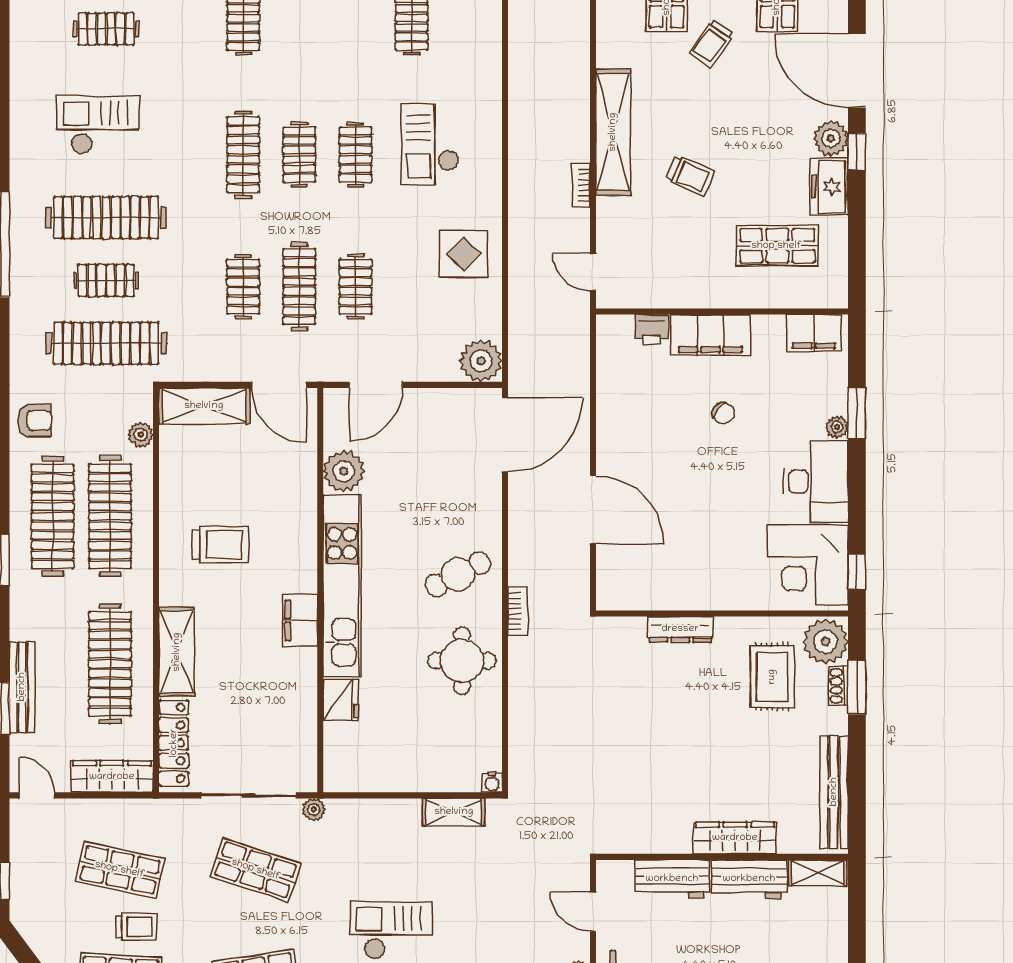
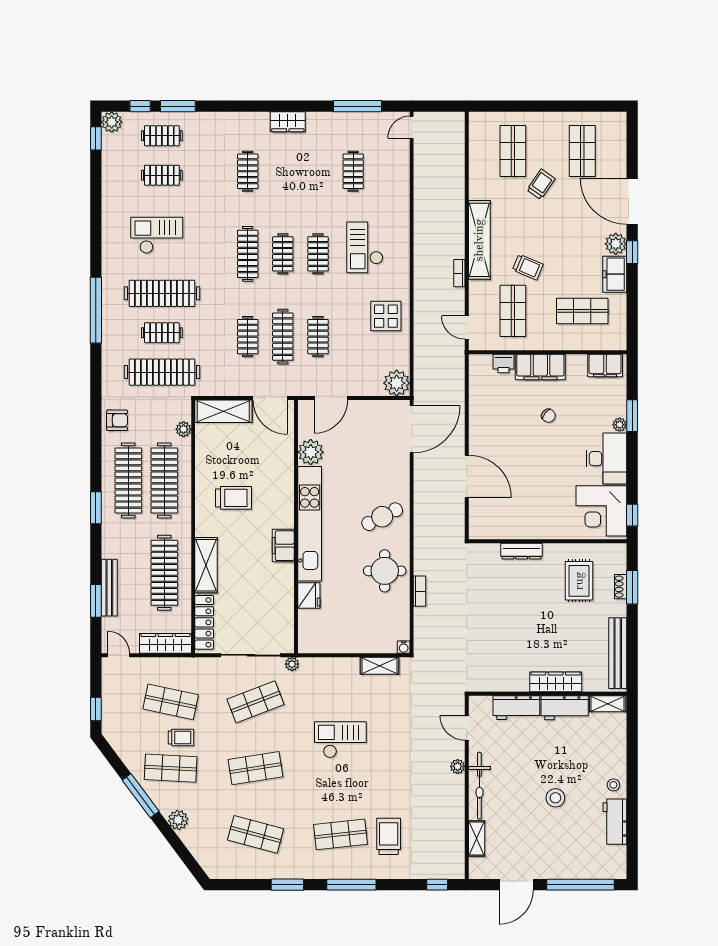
trolley: (711, 43) -> (541, 184), turned 180
shop shelf: (667, 246) -> (513, 311), added
bookcase: (518, 611) -> (420, 591), moved
plant: (826, 642) -> (612, 559), removed
shop shelf: (256, 870) -> (256, 702), turned -39

